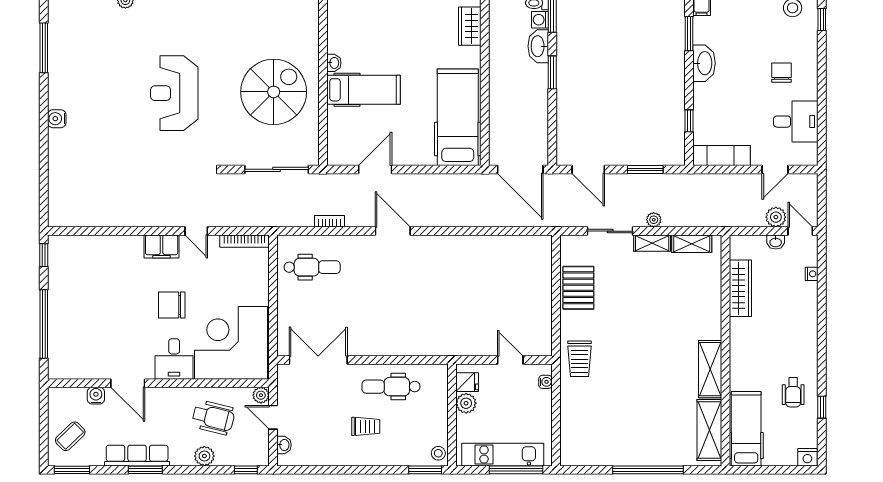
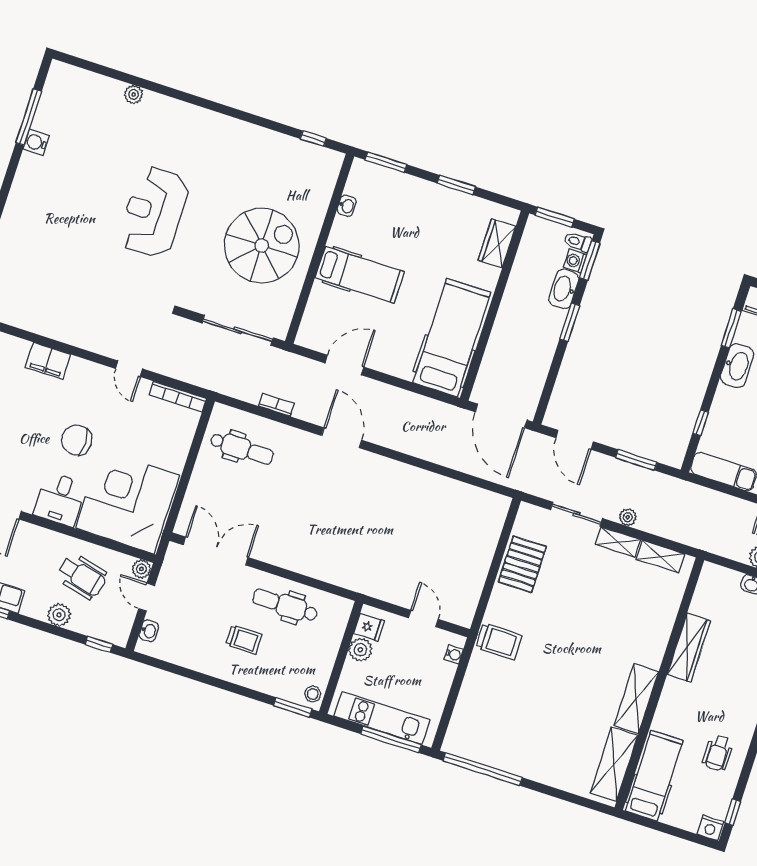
washbasin: (334, 63) -> (347, 206), moved
water cooler: (57, 119) -> (36, 143), moved
filing cabinet: (162, 246) -> (48, 361), moved
wardrobe: (740, 288) -> (689, 648), moved
trolley: (579, 359) -> (499, 641), turned -90
window: (822, 407) -> (733, 812), moved
window: (648, 470) -> (483, 769), moved

